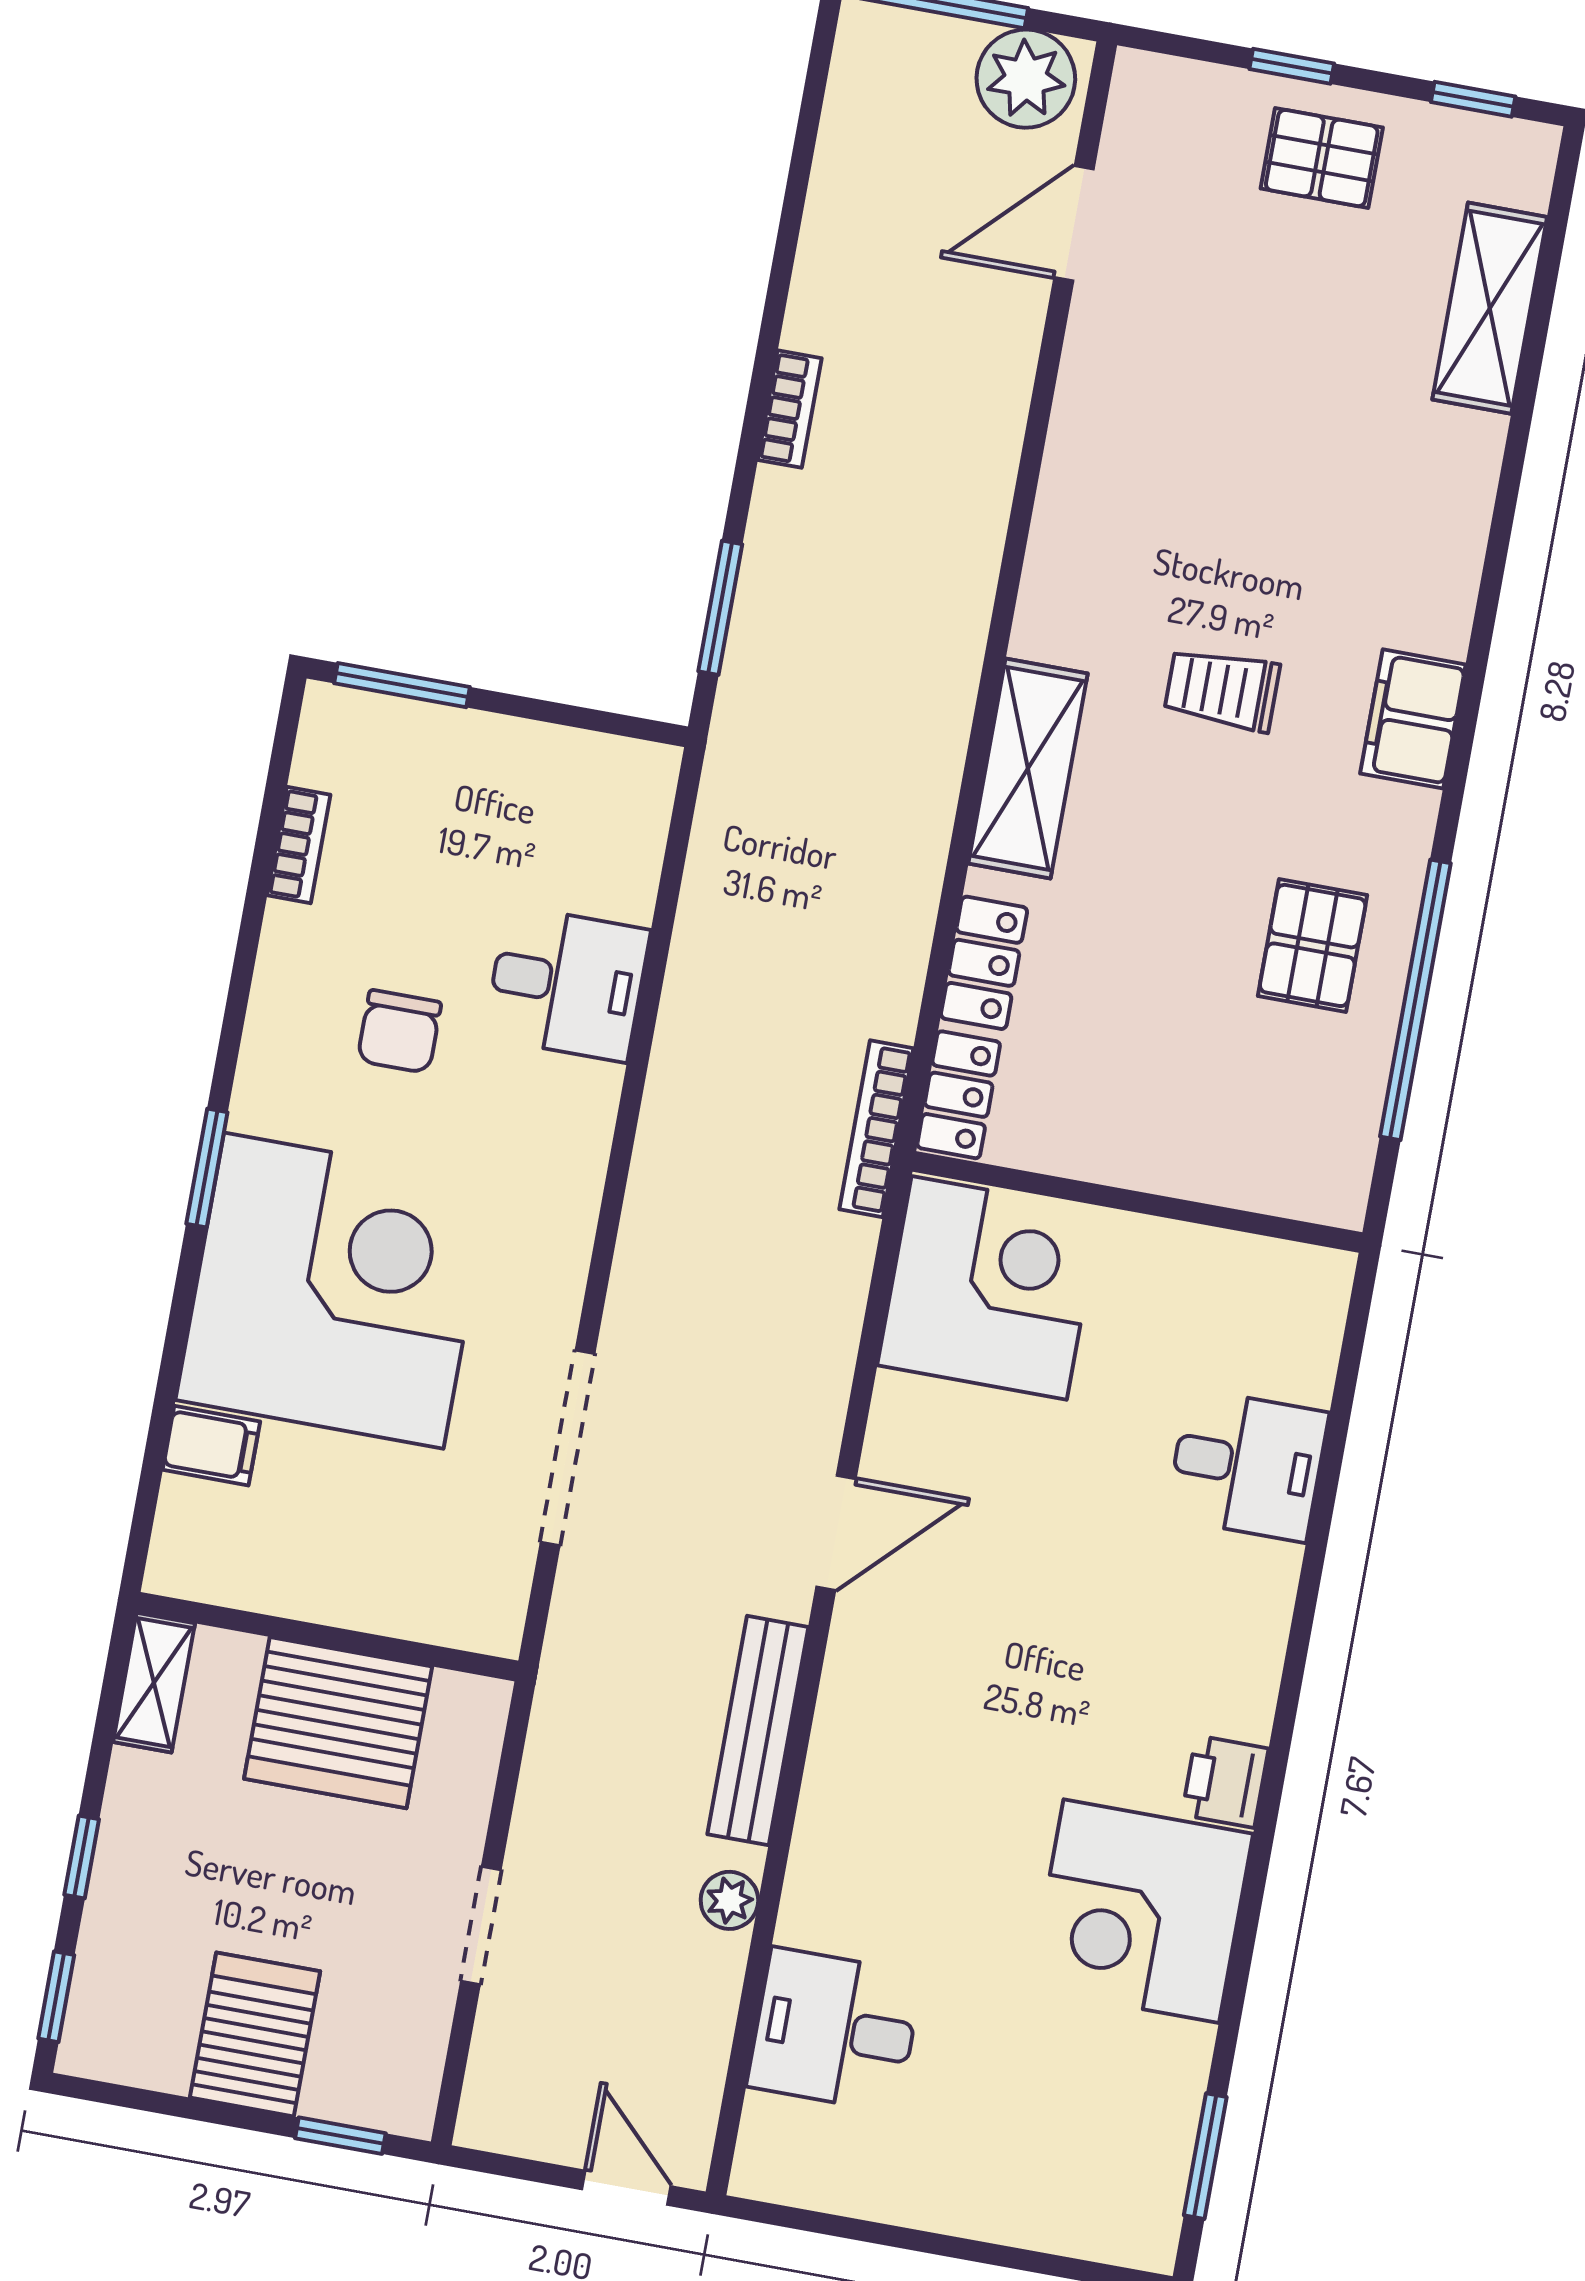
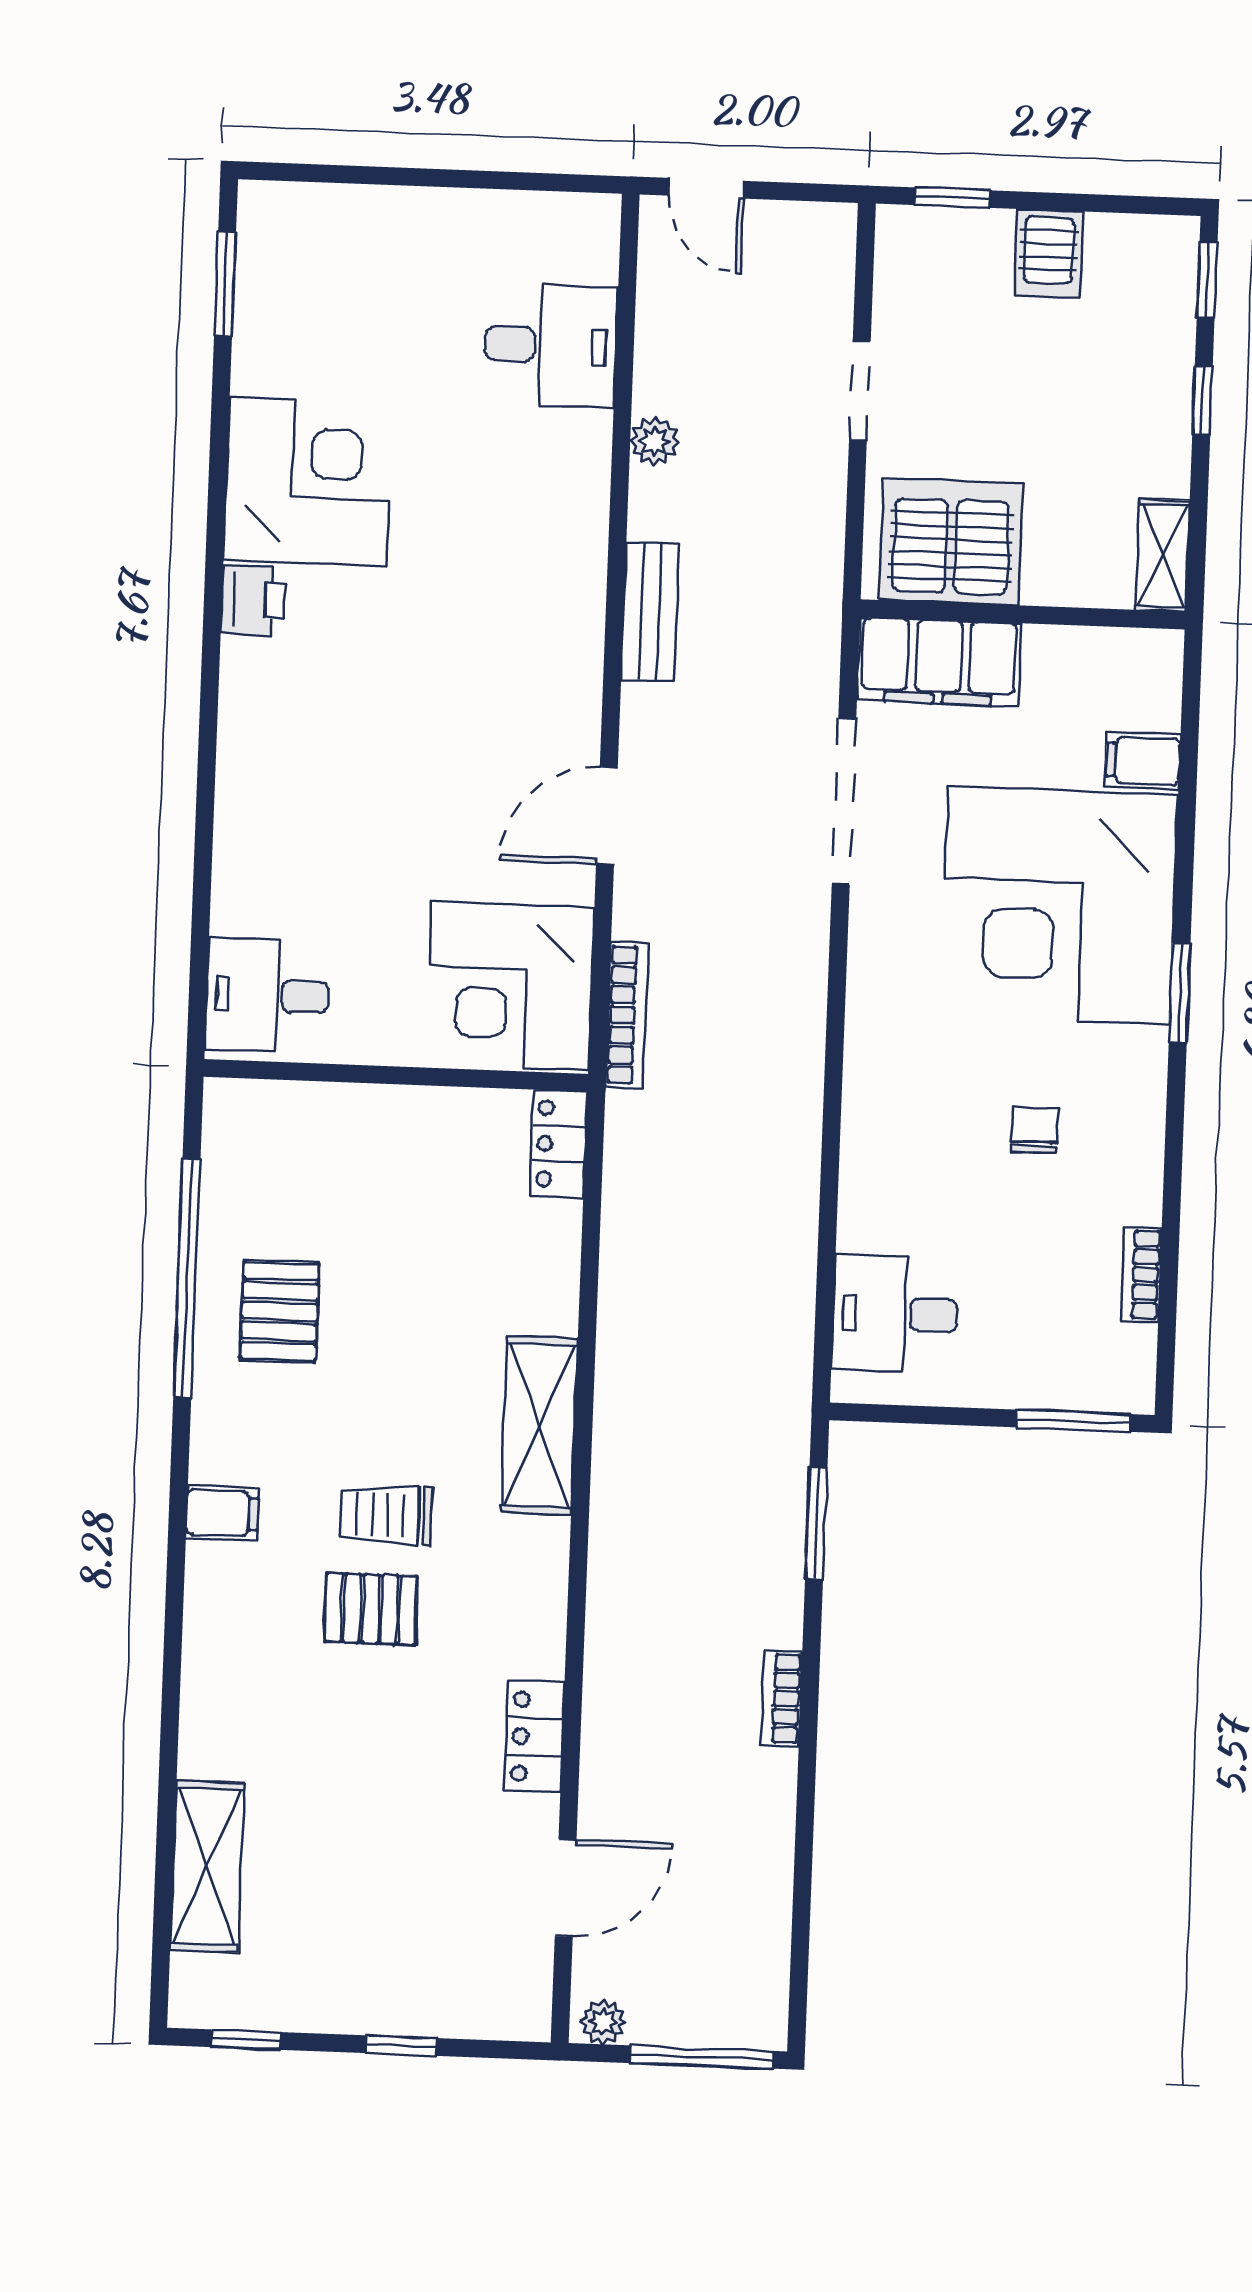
plant: (1026, 79) -> (603, 2022), width x0.53, depth x0.53
pallet: (1322, 158) -> (371, 1609), moved
trolley: (1222, 689) -> (386, 1515), turned 180
filing cabinet: (1413, 719) -> (222, 1513), width x0.50
locker: (984, 963) -> (534, 1737), moved
desk: (567, 984) -> (895, 1314), moved
chair: (399, 1031) -> (1035, 1130), width x0.73, depth x0.73
bookcase: (876, 1129) -> (627, 1015), moved
desk: (1247, 1465) -> (267, 995), moved
door: (836, 1533) -> (607, 816), moved
filing cabinet: (434, 1595) -> (939, 662), added
server rack: (338, 1723) -> (951, 542), moved
bench: (758, 1731) -> (650, 612), width x0.73
server rack: (255, 2034) -> (1049, 254), width x0.73, depth x0.70

